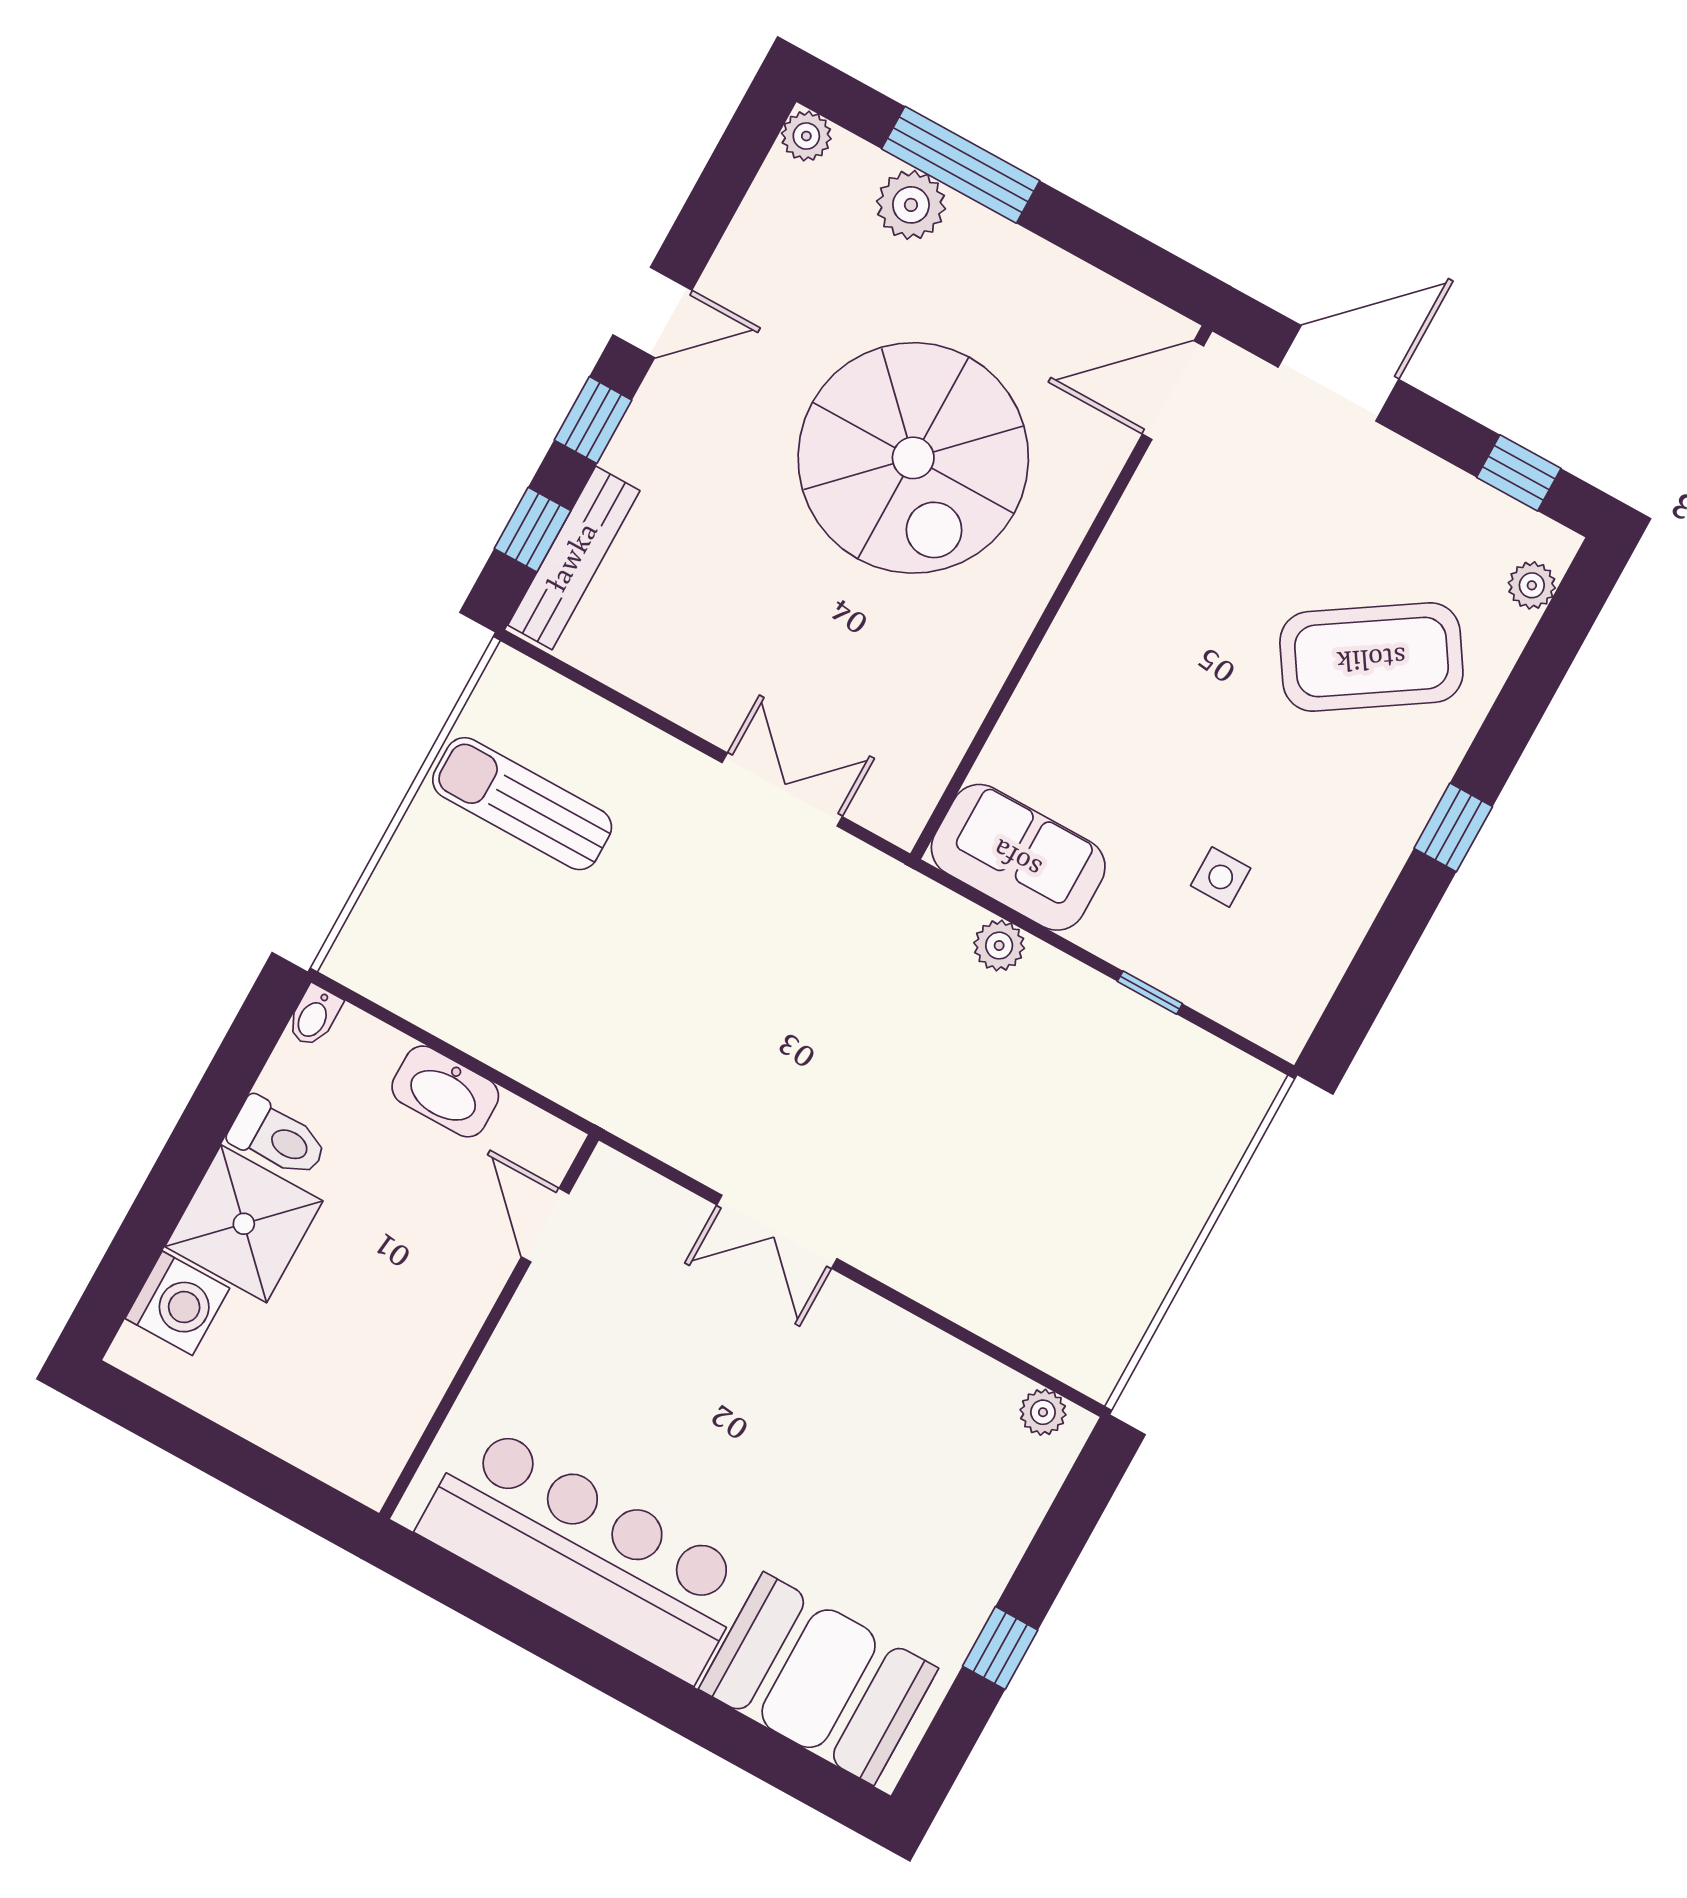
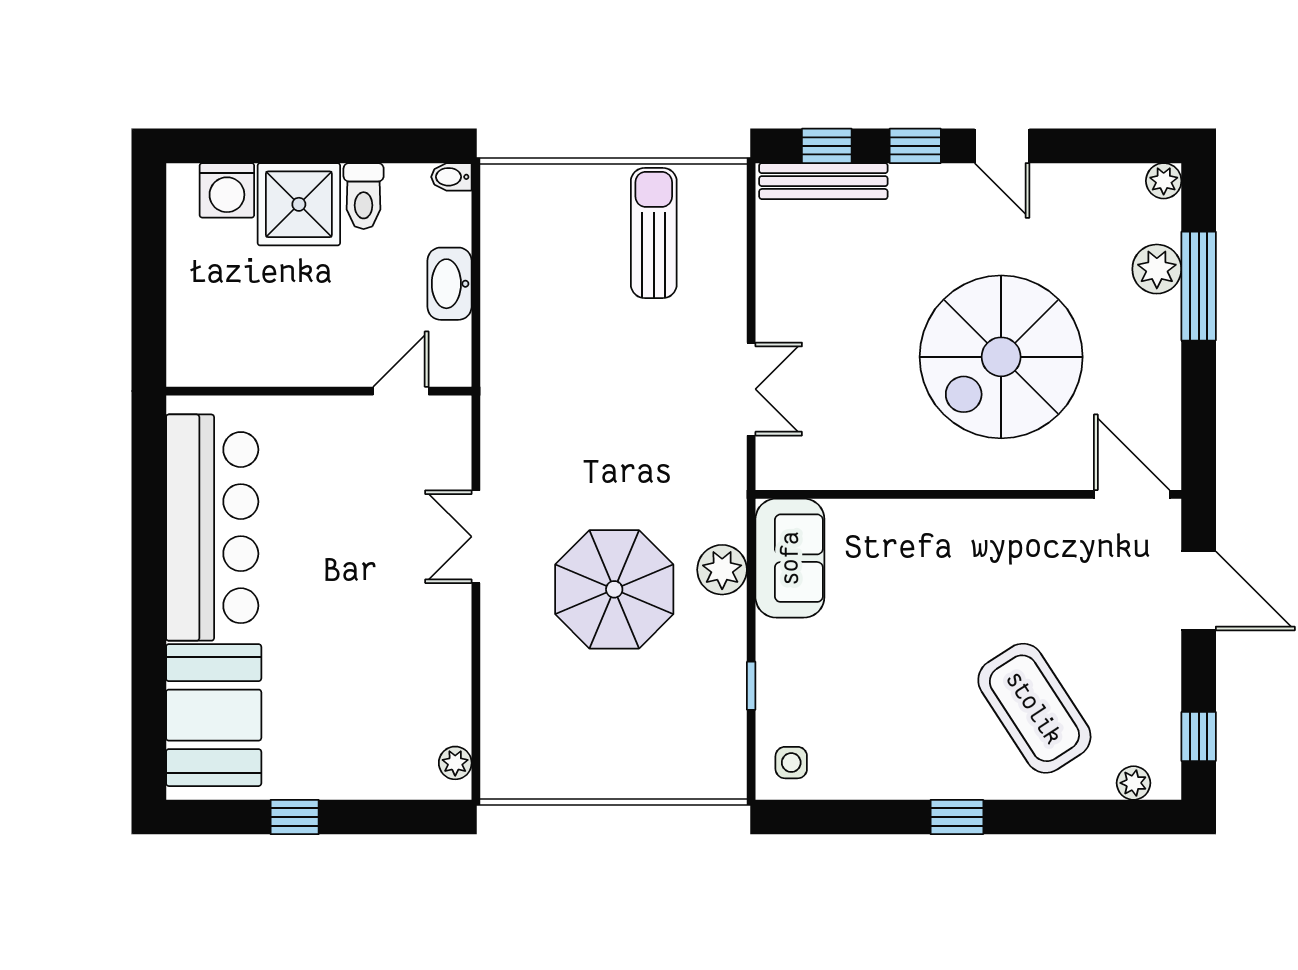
side table: (1221, 877) -> (791, 763), moved
plant: (999, 946) -> (722, 570), width x1.38, depth x1.38
parasol: (937, 1096) -> (614, 589), added

